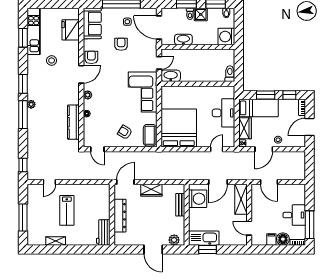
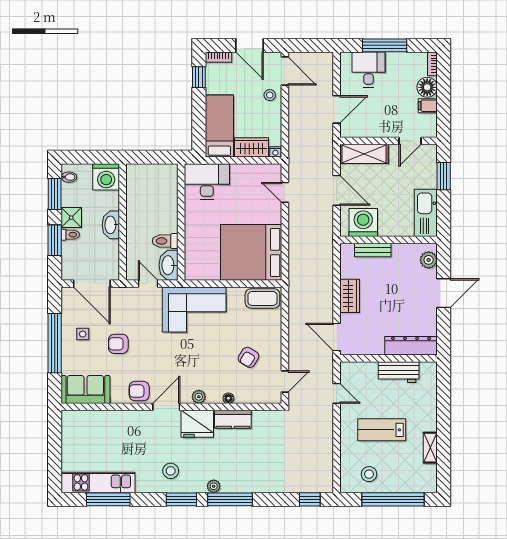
door: (159, 27) -> (92, 284), hinge flipped
fridge: (71, 30) -> (197, 424), moved
window: (23, 38) -> (108, 499), width x1.44
washbasin: (183, 39) -> (111, 225), moved
stool: (52, 60) -> (171, 471), moved
door: (81, 74) -> (166, 407), hinge flipped
toilet: (230, 74) -> (165, 241), moved
window: (266, 95) -> (199, 115), removed
desk: (224, 113) -> (207, 181), moved
kitchen counter: (73, 122) -> (233, 419), width x0.67
armchair: (125, 132) -> (249, 357), moved
door: (264, 149) -> (285, 71), moved
door: (49, 182) -> (337, 393), moved
stool: (39, 202) -> (369, 474), added
lab bench: (67, 210) -> (382, 430), turned 180
desk: (294, 215) -> (369, 69), moved
dresser: (120, 216) -> (411, 346), moved
window: (23, 218) -> (393, 499), width x1.46
window: (309, 225) -> (385, 45), moved
workbench: (103, 233) -> (399, 372), moved
window: (208, 249) -> (444, 176), moved

